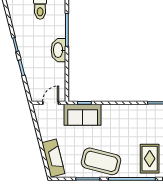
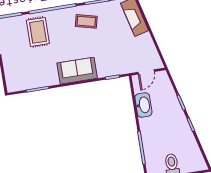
washbasin: (58, 50) -> (143, 105), moved
sofa: (83, 115) -> (77, 71), moved
coffee table: (101, 161) -> (86, 21), width x0.54, depth x0.58

